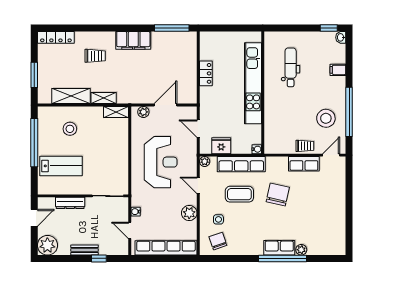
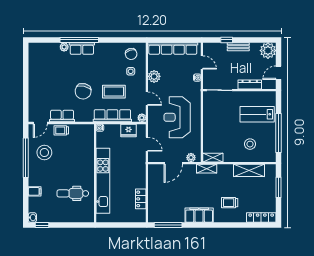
dental chair: (291, 67) -> (73, 193), turned 90
locker: (206, 73) -> (141, 199), moved
shelving: (104, 98) -> (207, 169), moved

